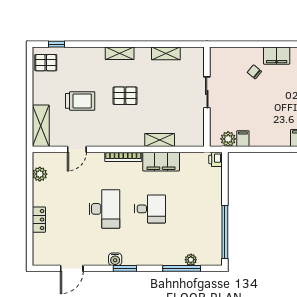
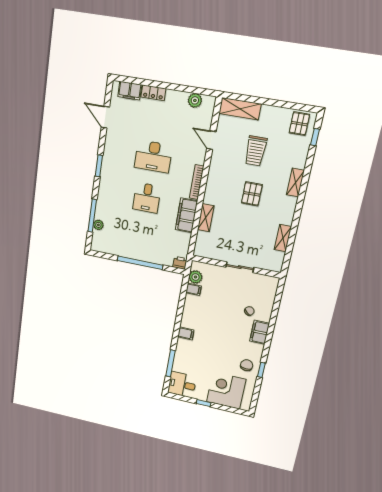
shelving: (120, 53) -> (295, 182), moved
window: (225, 232) -> (140, 263), moved
filing cabinet: (40, 246) -> (130, 91), added
water cooler: (115, 259) -> (108, 158), removed

